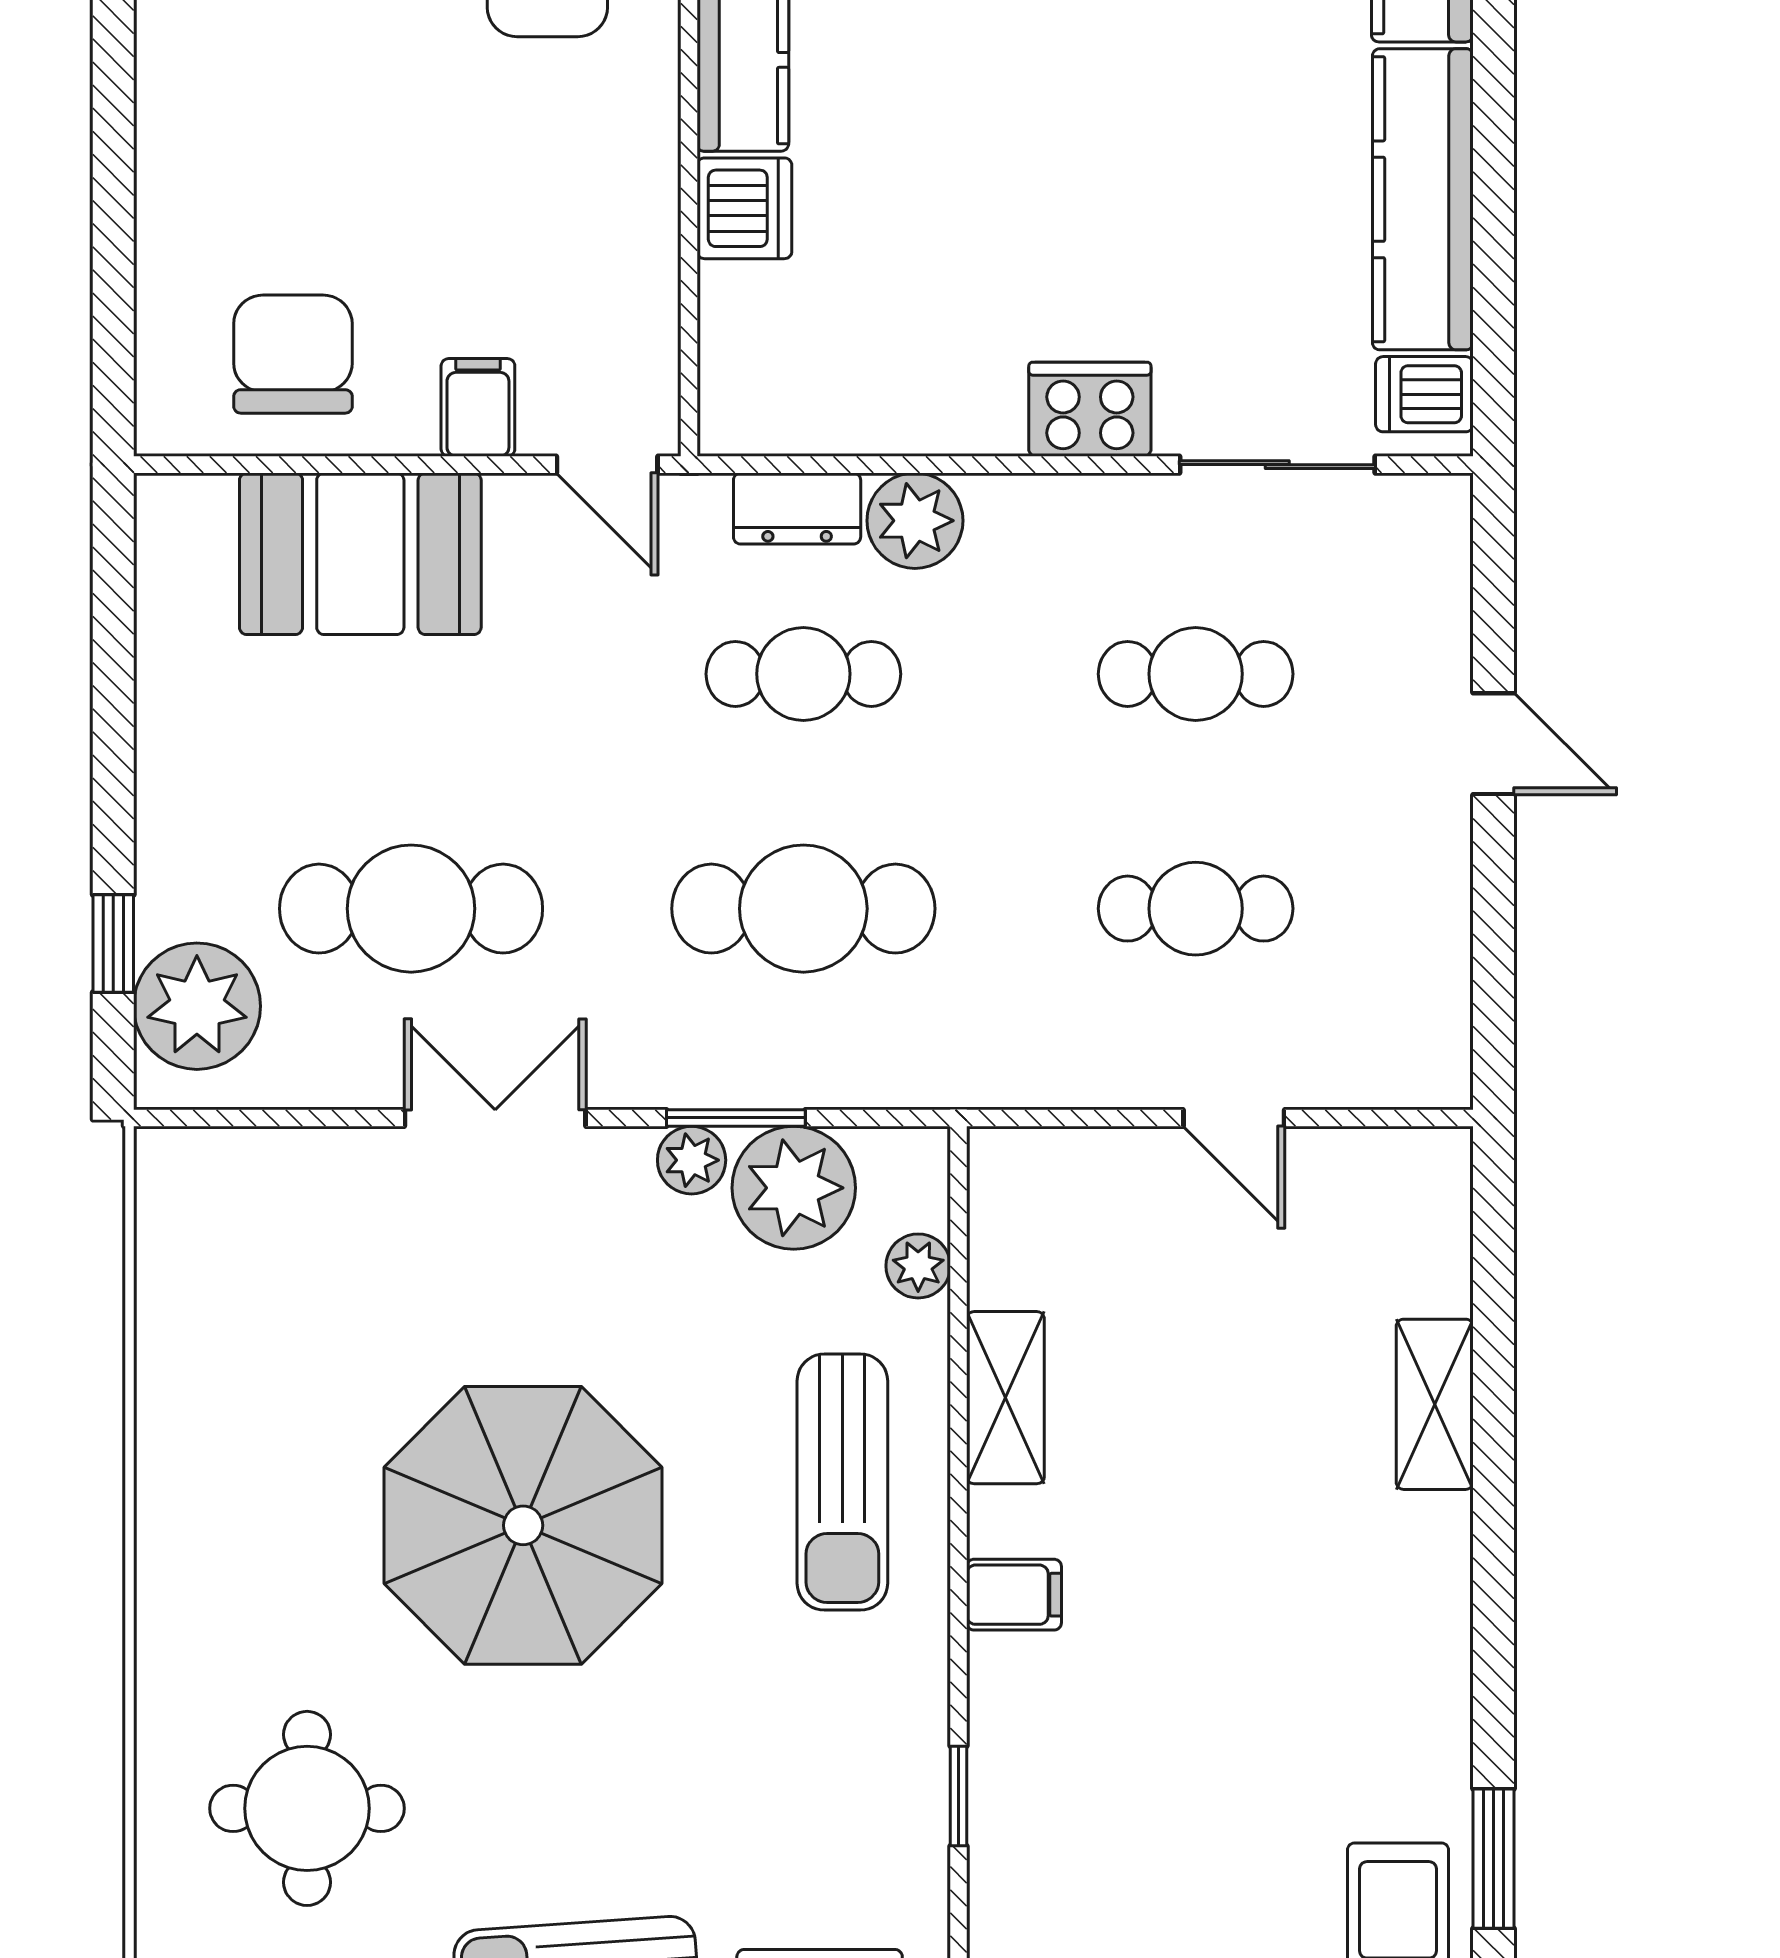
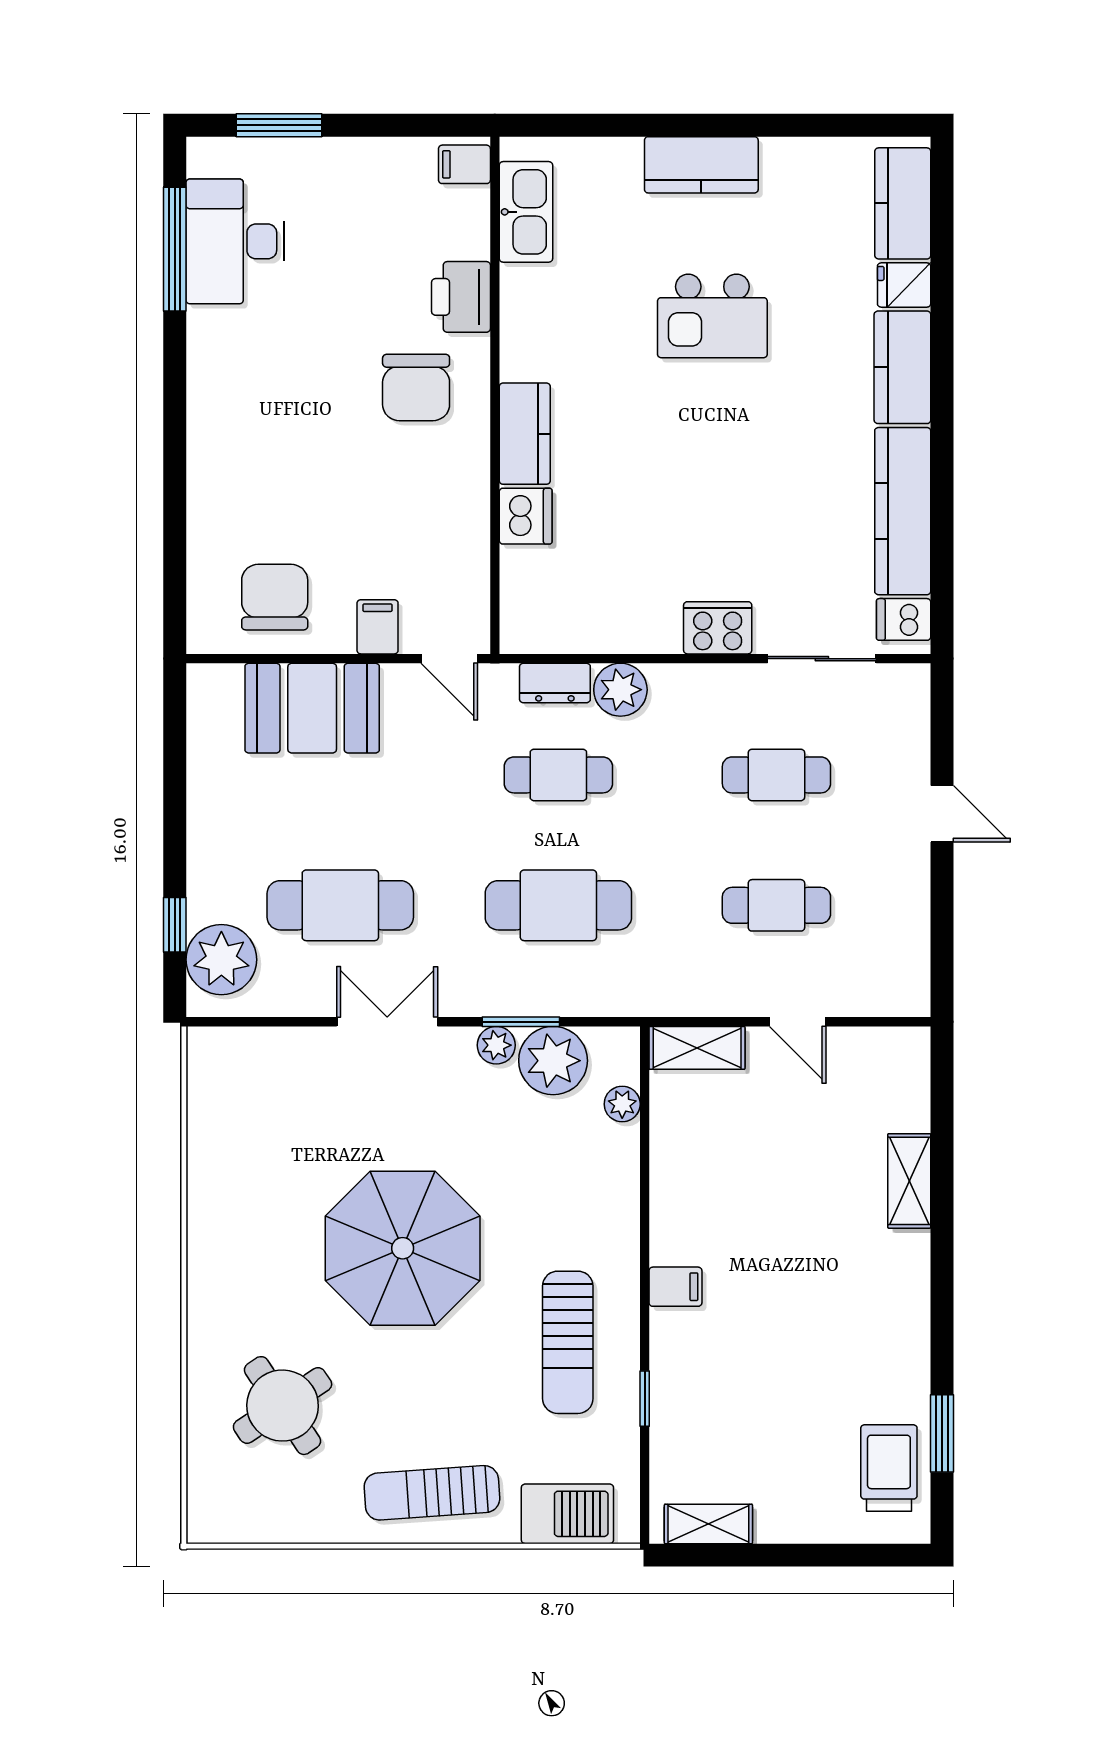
shelving: (1005, 1398) -> (697, 1048), moved, turned 90
sun lounger: (842, 1482) -> (568, 1342), moved
round table: (307, 1808) -> (283, 1406), turned -34

